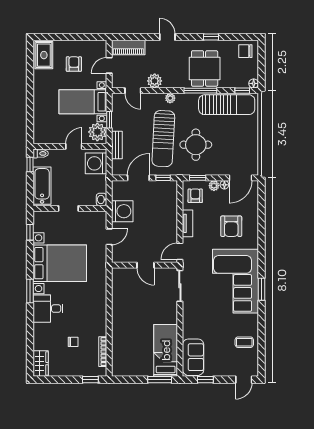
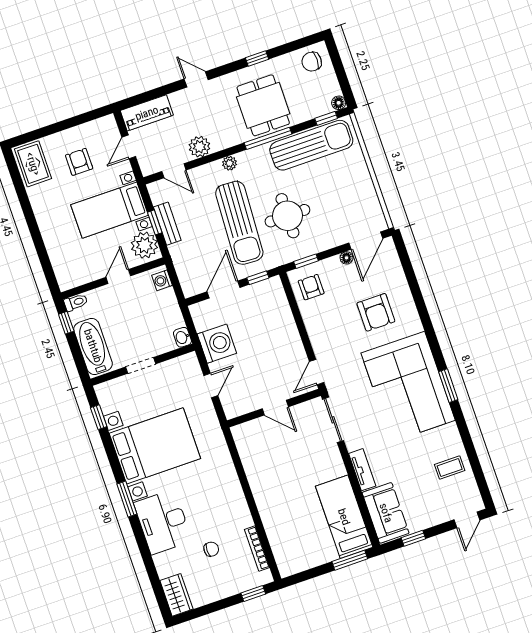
bench: (117, 145) -> (167, 224), moved
washing machine: (96, 163) -> (162, 280), width x0.53, depth x0.53
plant: (214, 186) -> (332, 264), removed
tv unit: (188, 223) -> (362, 470), moved
desk: (48, 309) -> (163, 522), width x1.37

